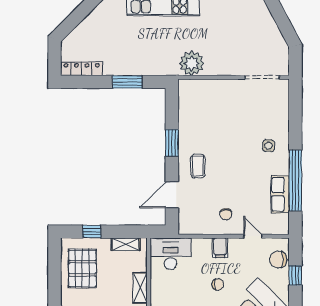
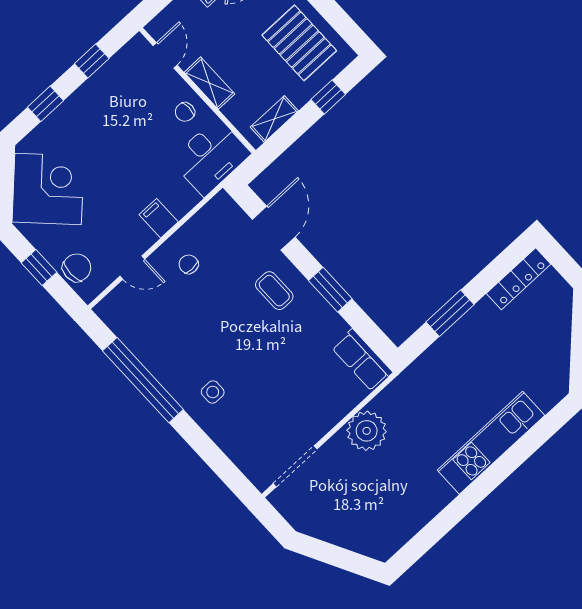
plant: (192, 63) -> (367, 431), moved
row of seats: (280, 194) -> (362, 360), moved, turned 180
chair: (218, 285) -> (185, 112), moved

